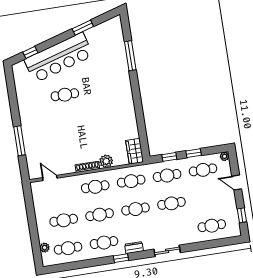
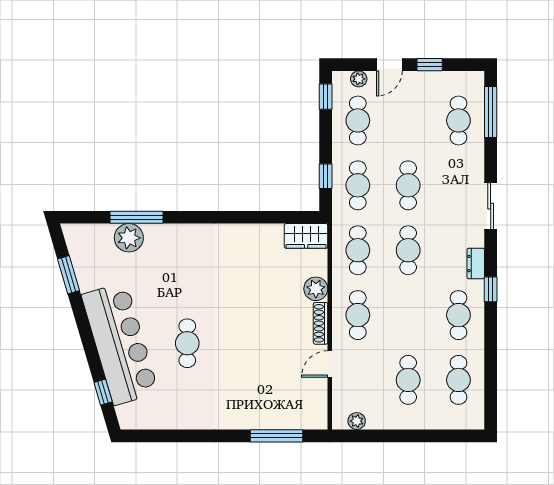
window: (83, 28) -> (68, 275), moved
plant: (118, 53) -> (129, 238), added
window: (19, 141) -> (276, 436), moved
window: (194, 153) -> (326, 97), moved
plant: (225, 156) -> (359, 79), moved
door: (50, 178) -> (330, 364), moved
cafe table: (100, 215) -> (408, 315), removed
window: (242, 215) -> (430, 65), moved
window: (219, 243) -> (491, 112), added
plant: (45, 248) -> (357, 421), moved

